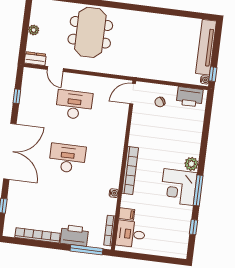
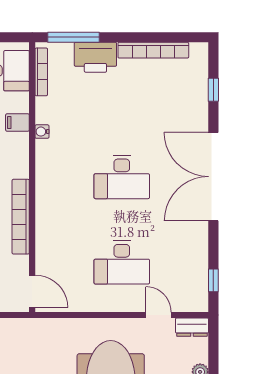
door: (133, 94) -> (32, 291), hinge flipped
window: (17, 96) -> (213, 280), moved
bookcase: (130, 171) -> (21, 217), moved
filing cabinet: (127, 214) -> (17, 123), moved

